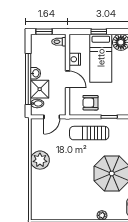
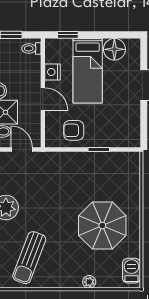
window: (99, 32) -> (68, 35), moved
door: (52, 117) -> (22, 150), swing flipped
sun lounger: (89, 133) -> (29, 258), moved, turned -69

